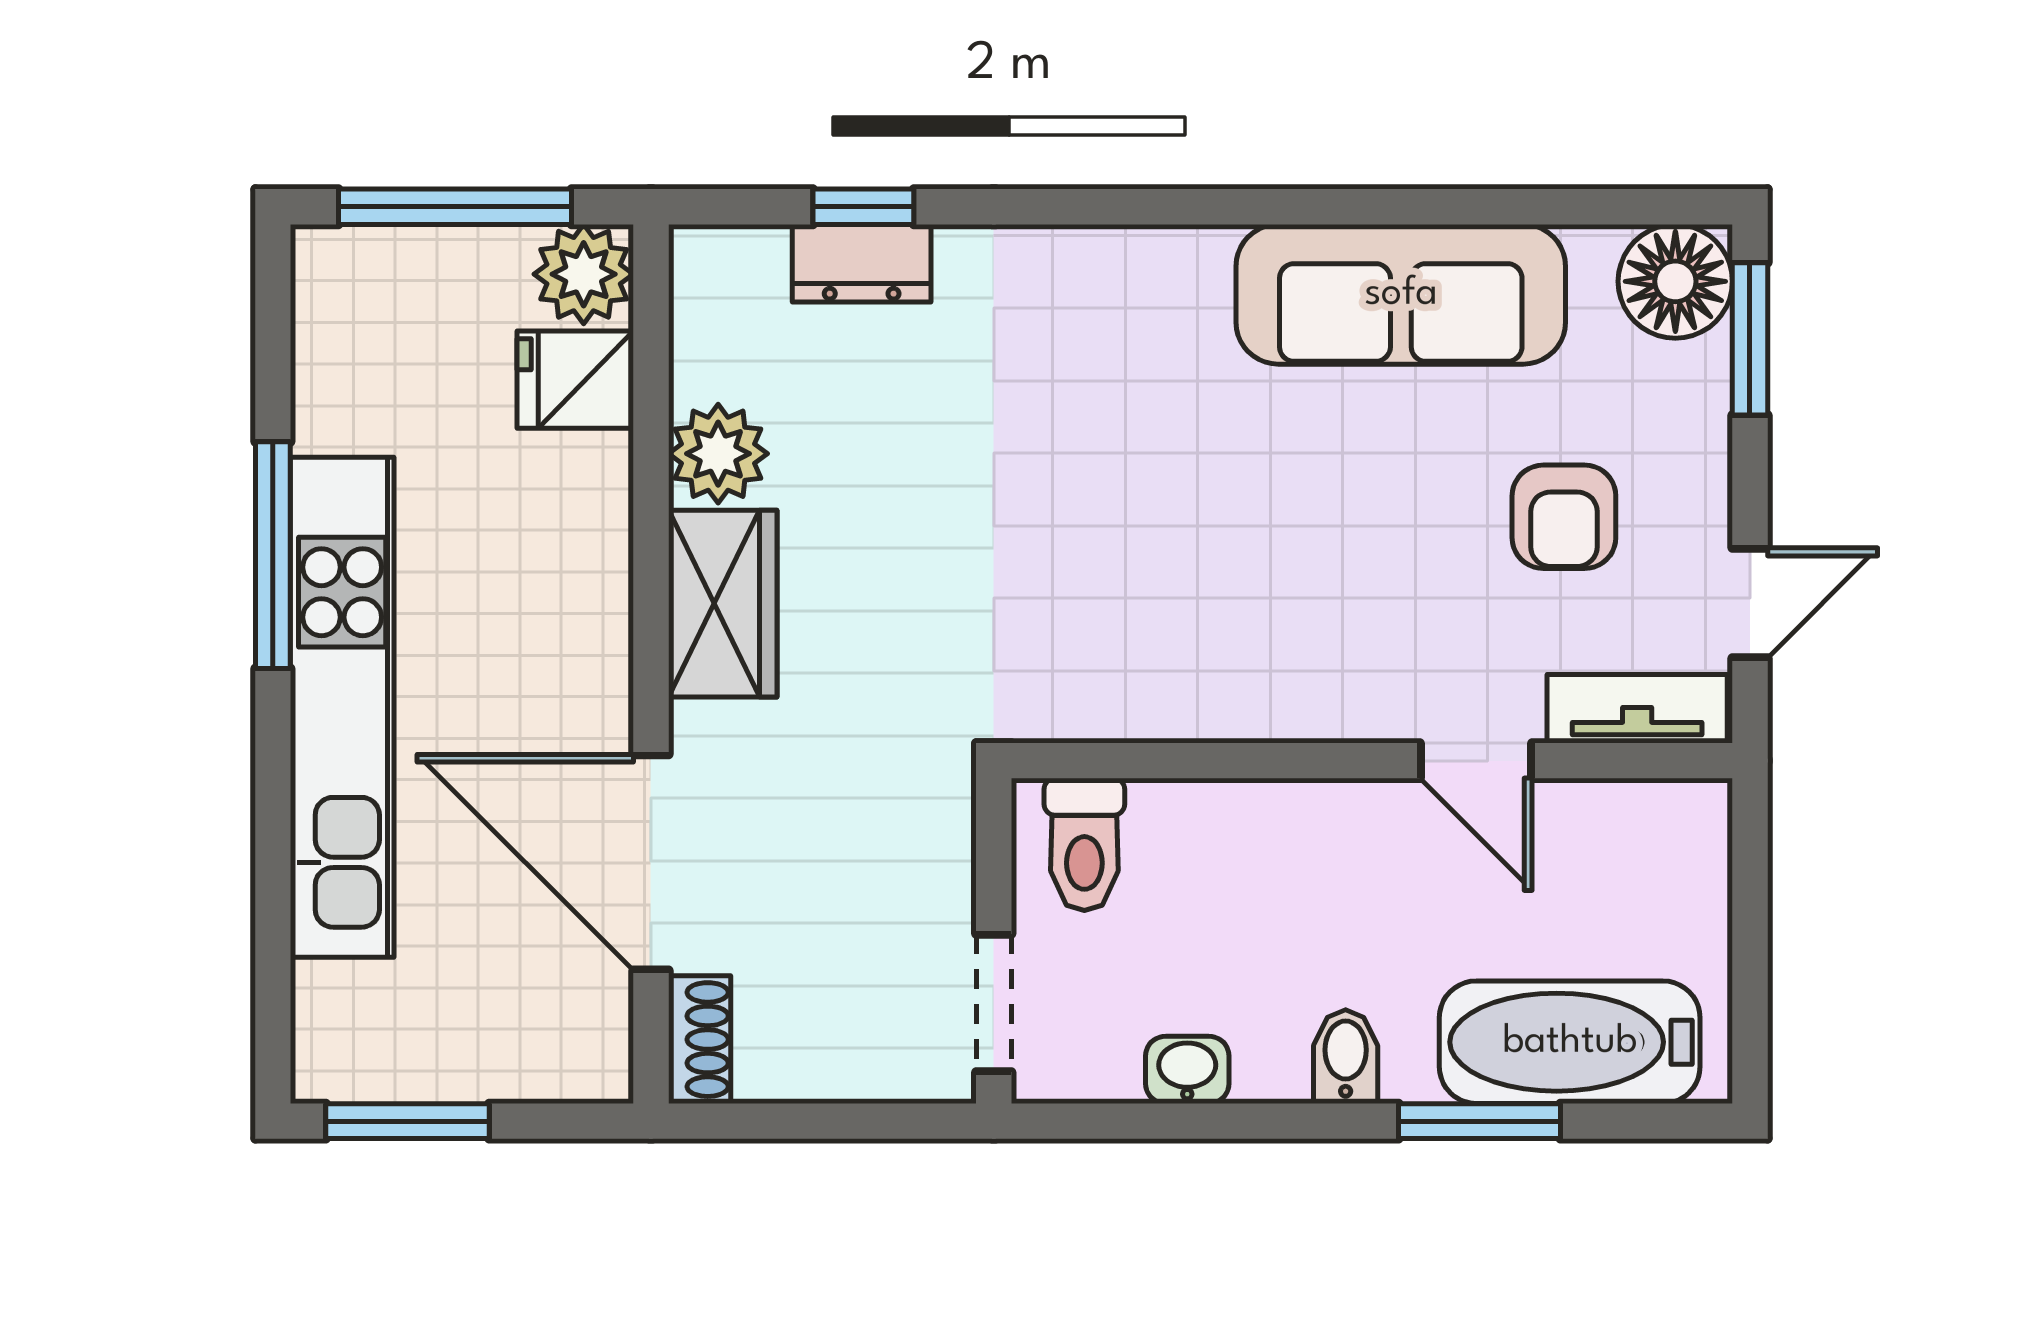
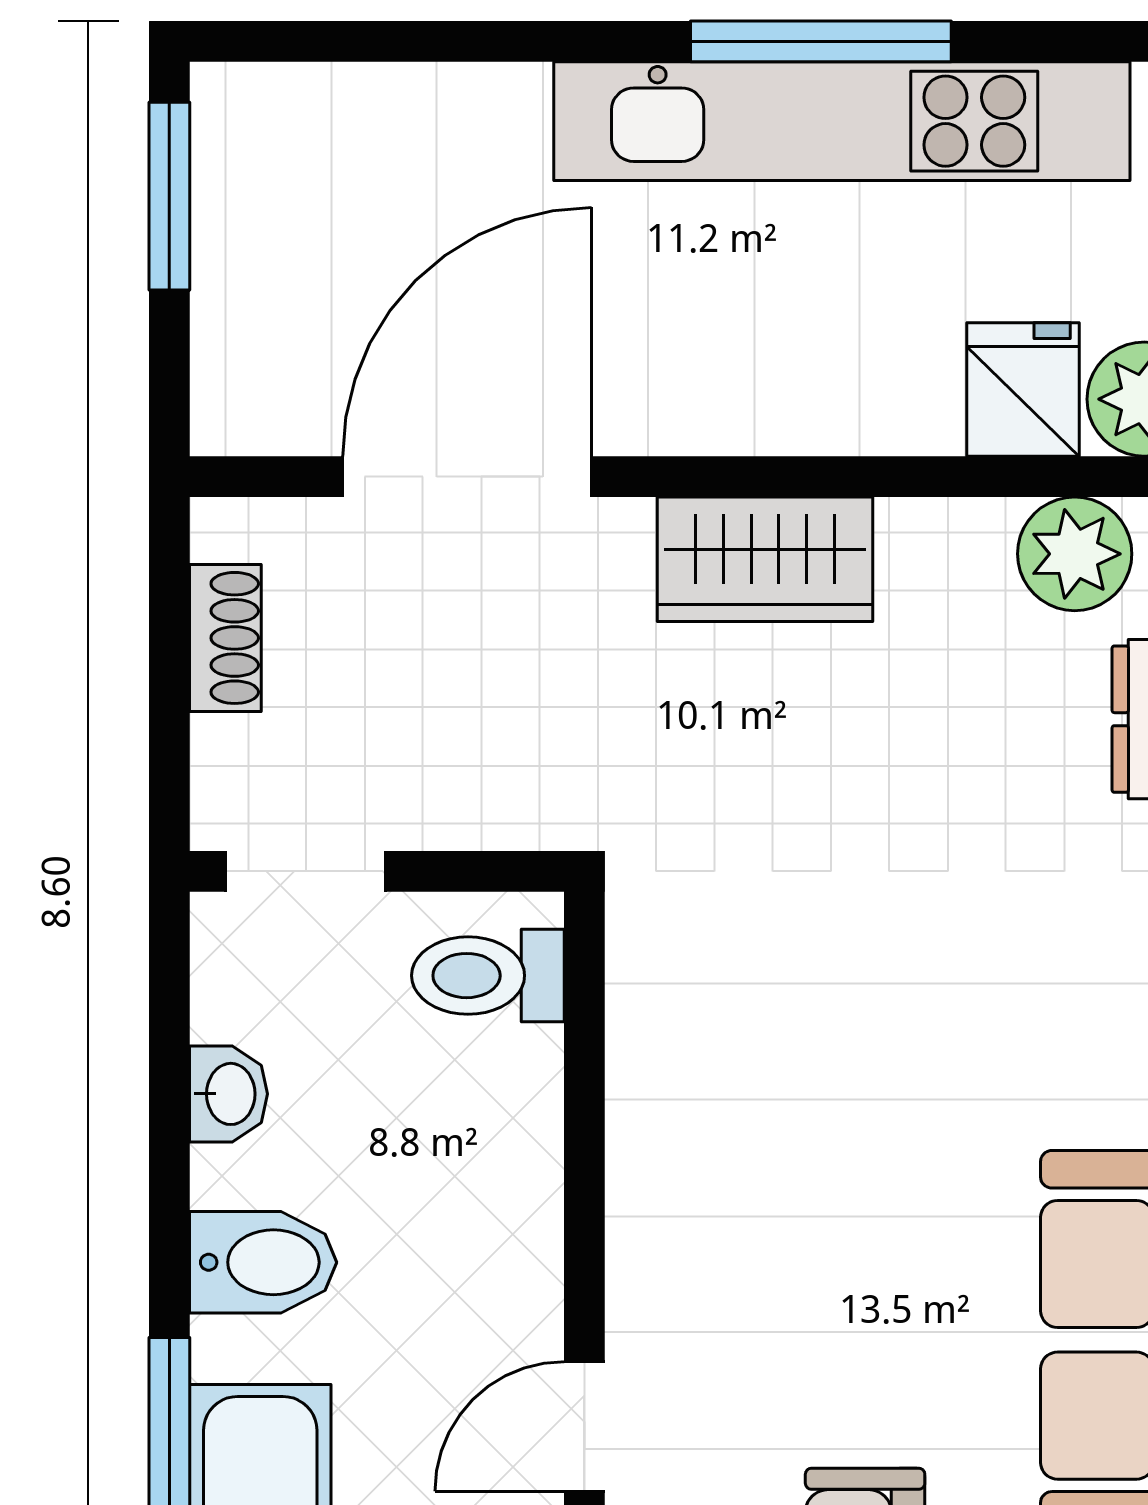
plant: (718, 454) -> (1075, 554), moved
kitchen unit: (342, 707) -> (842, 121), moved
shoe rack: (700, 1040) -> (225, 638), moved, turned -90
bidet: (1346, 1057) -> (263, 1262), width x1.38, depth x1.36

